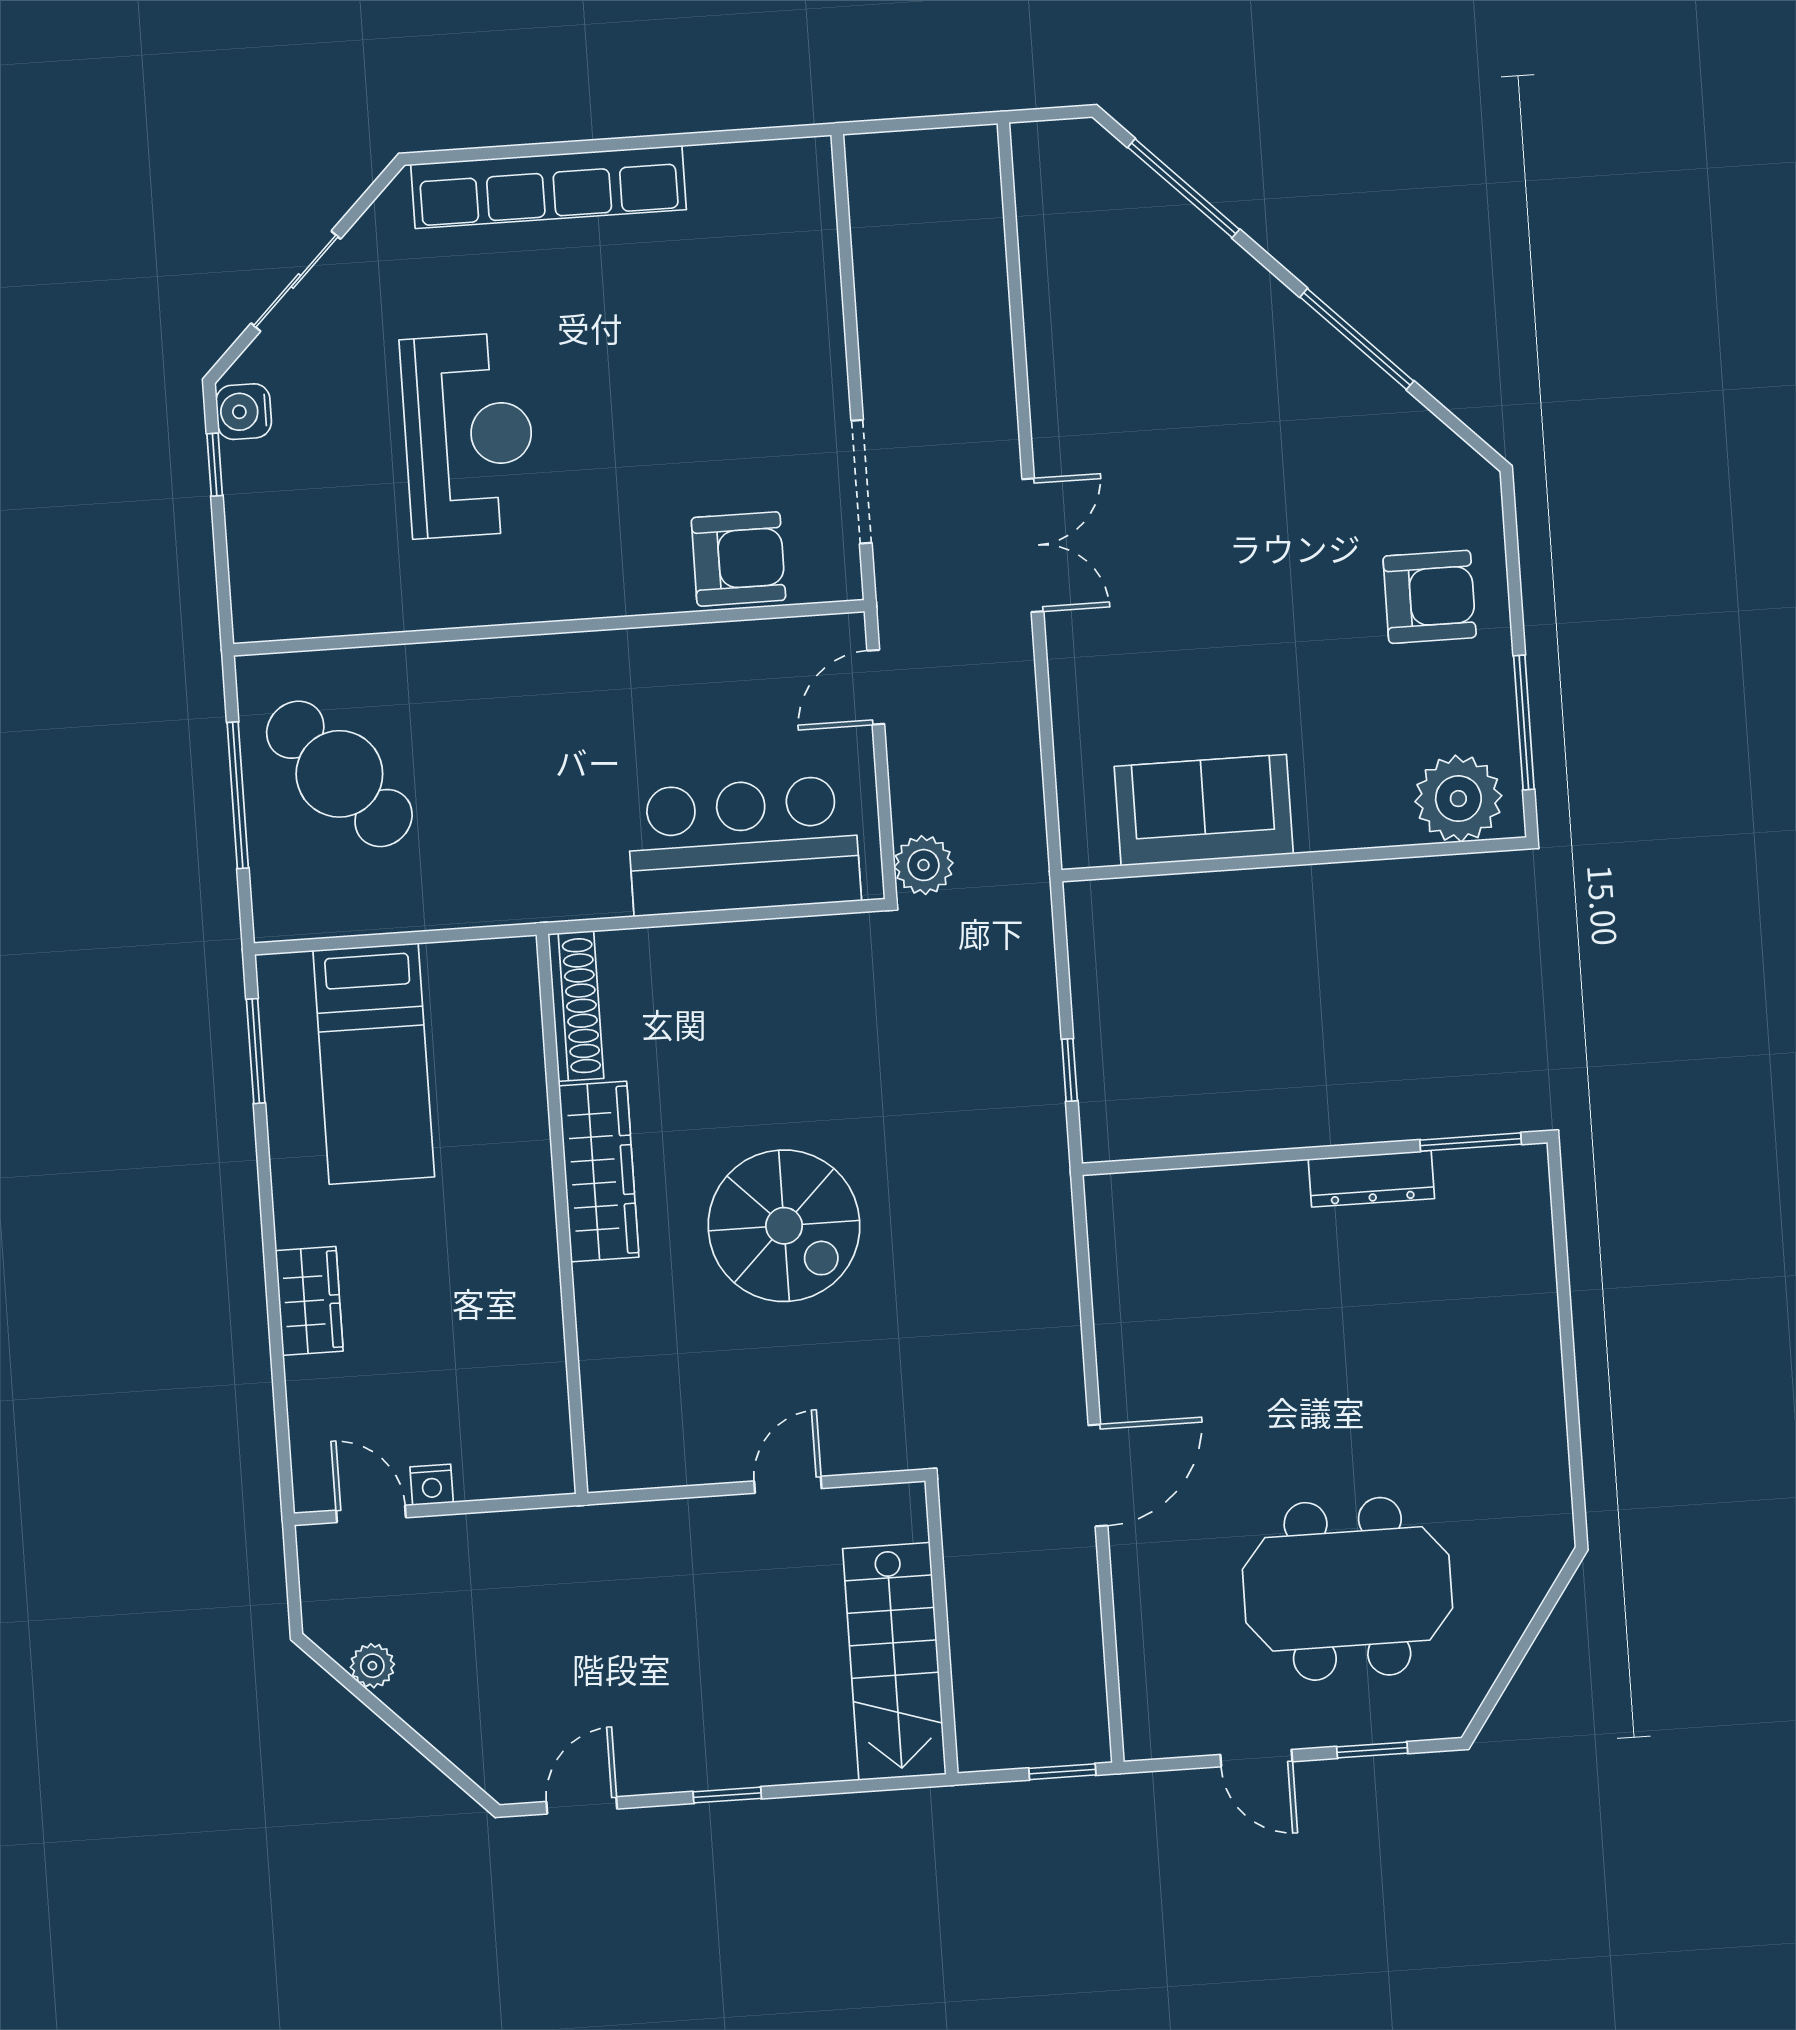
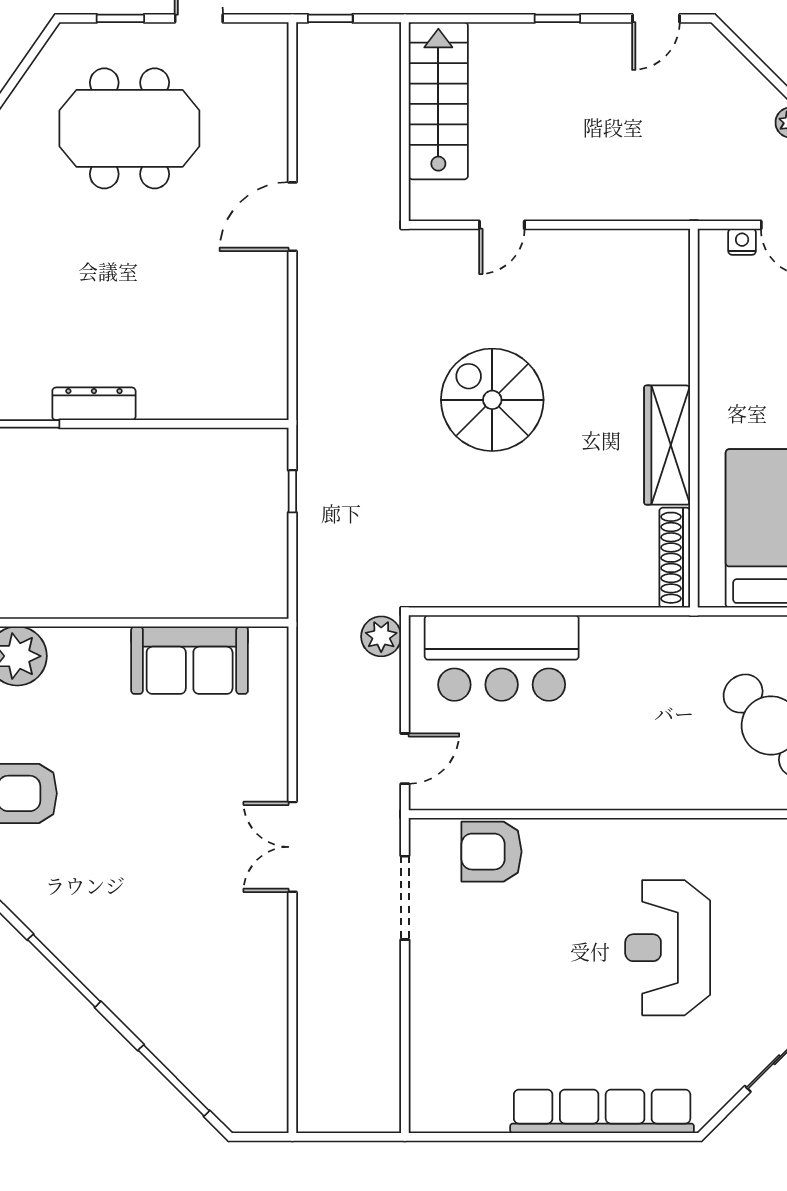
shoe rack: (576, 1006) -> (675, 558), moved
wardrobe: (599, 1171) -> (667, 445), moved
wall: (562, 1214) -> (694, 418), moved

